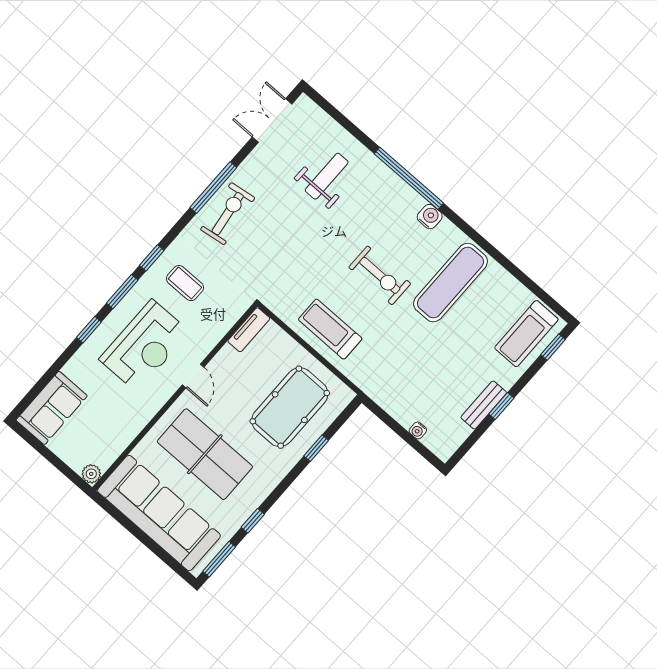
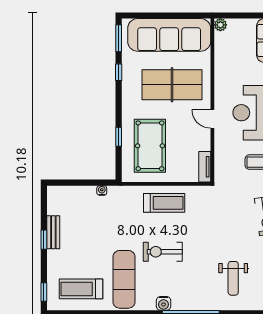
treadmill: (526, 334) -> (81, 289), moved, turned -90
water cooler: (418, 430) -> (102, 191), moved

